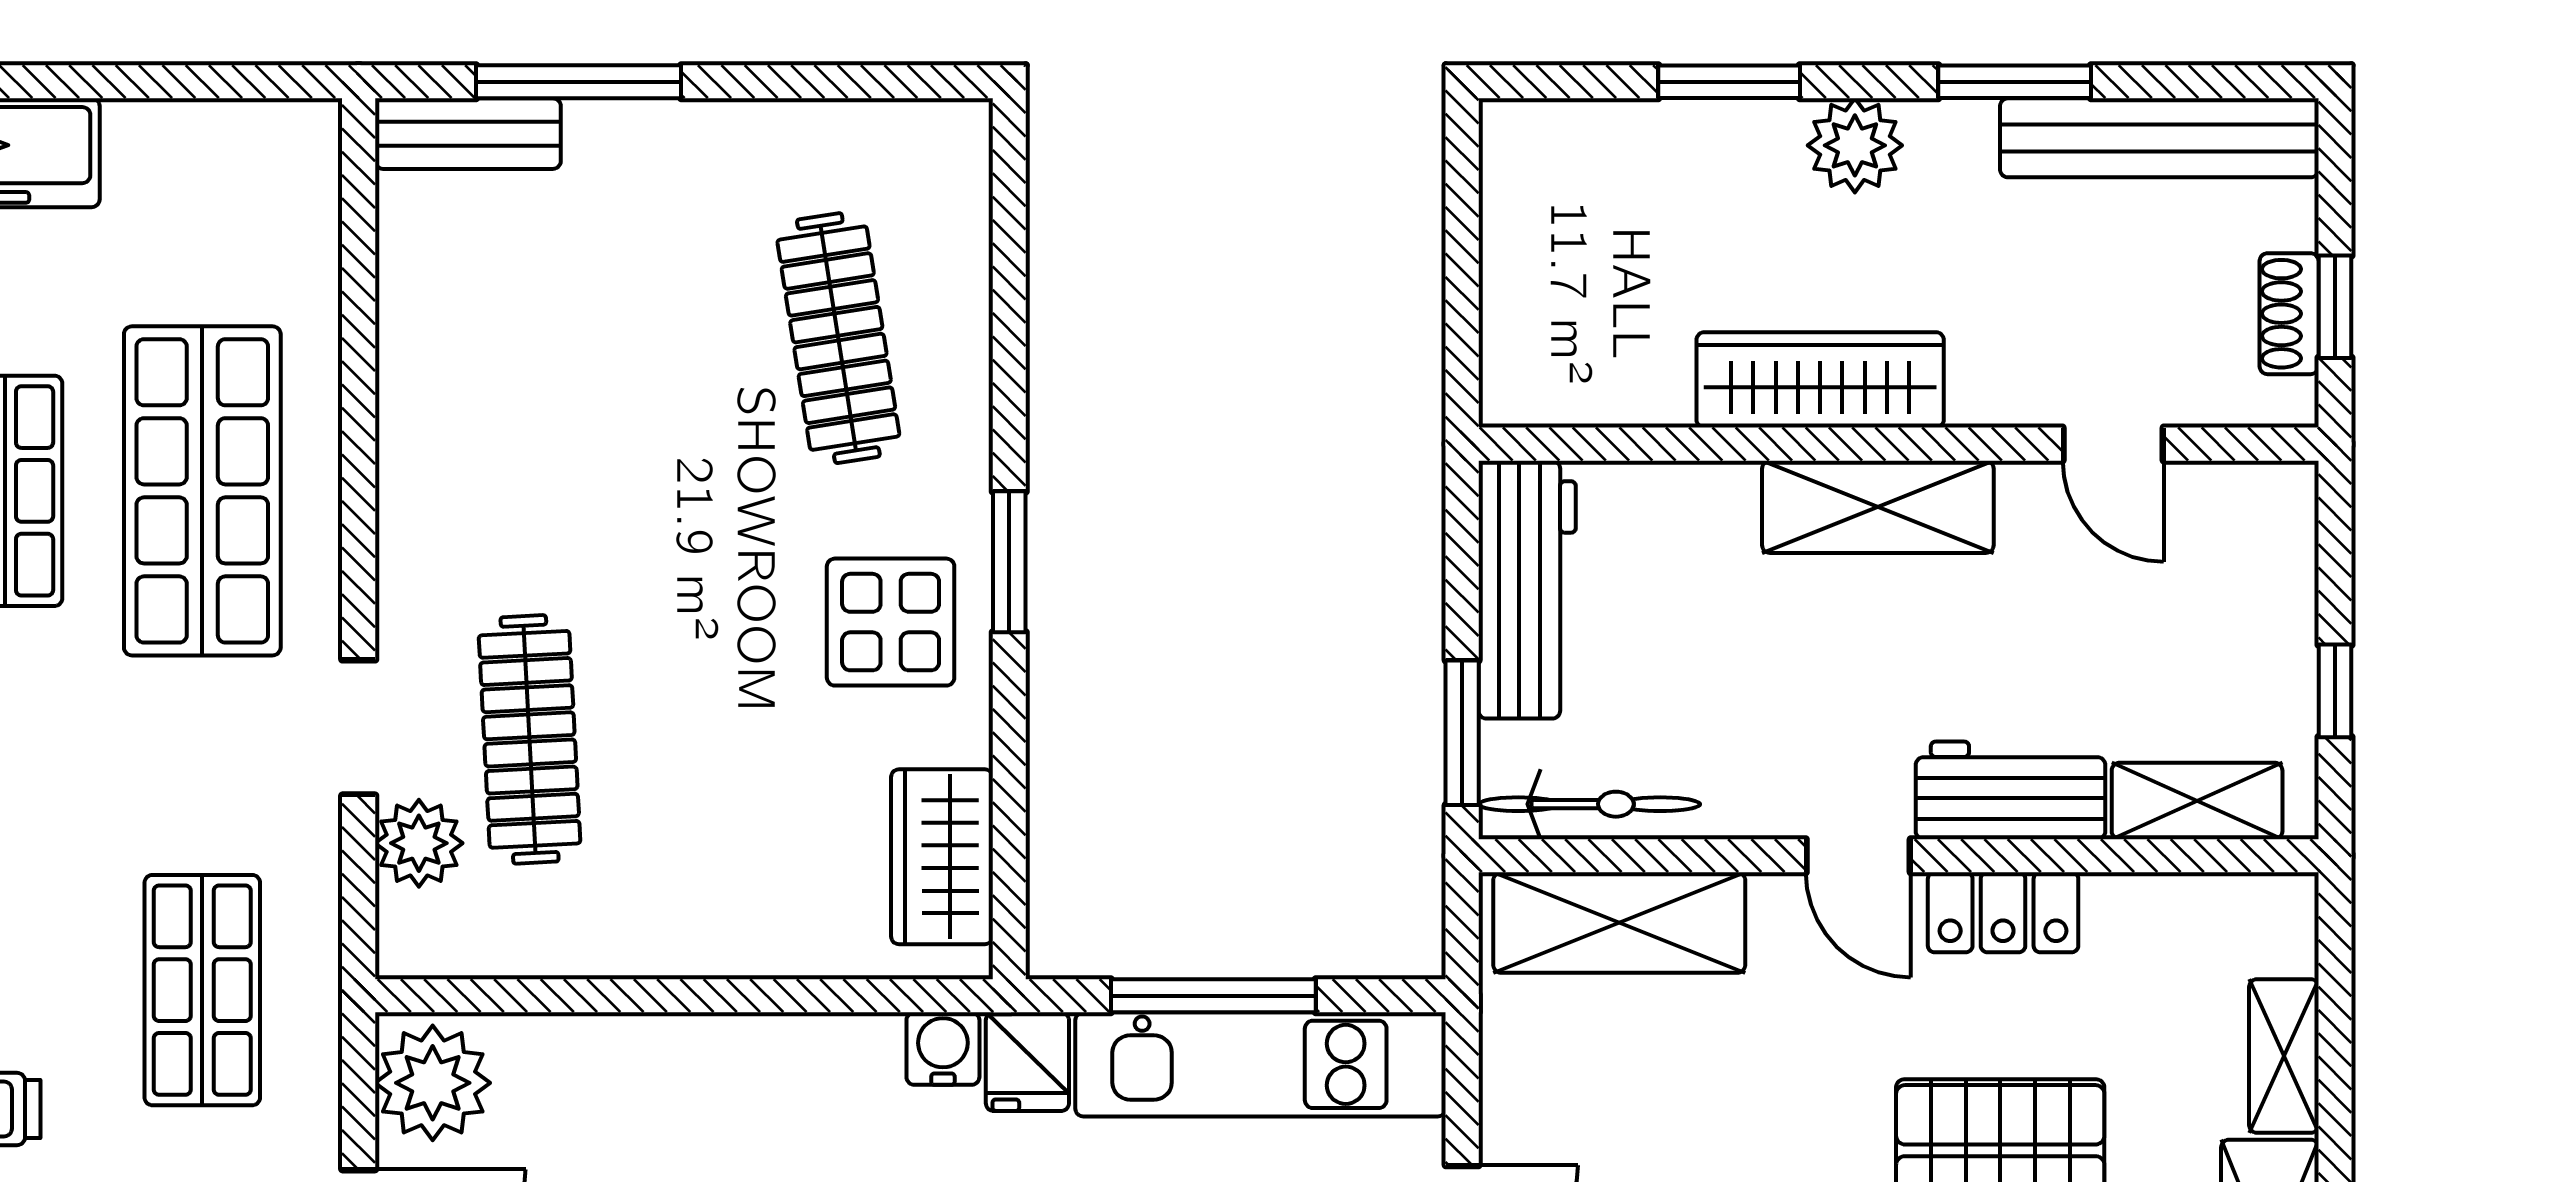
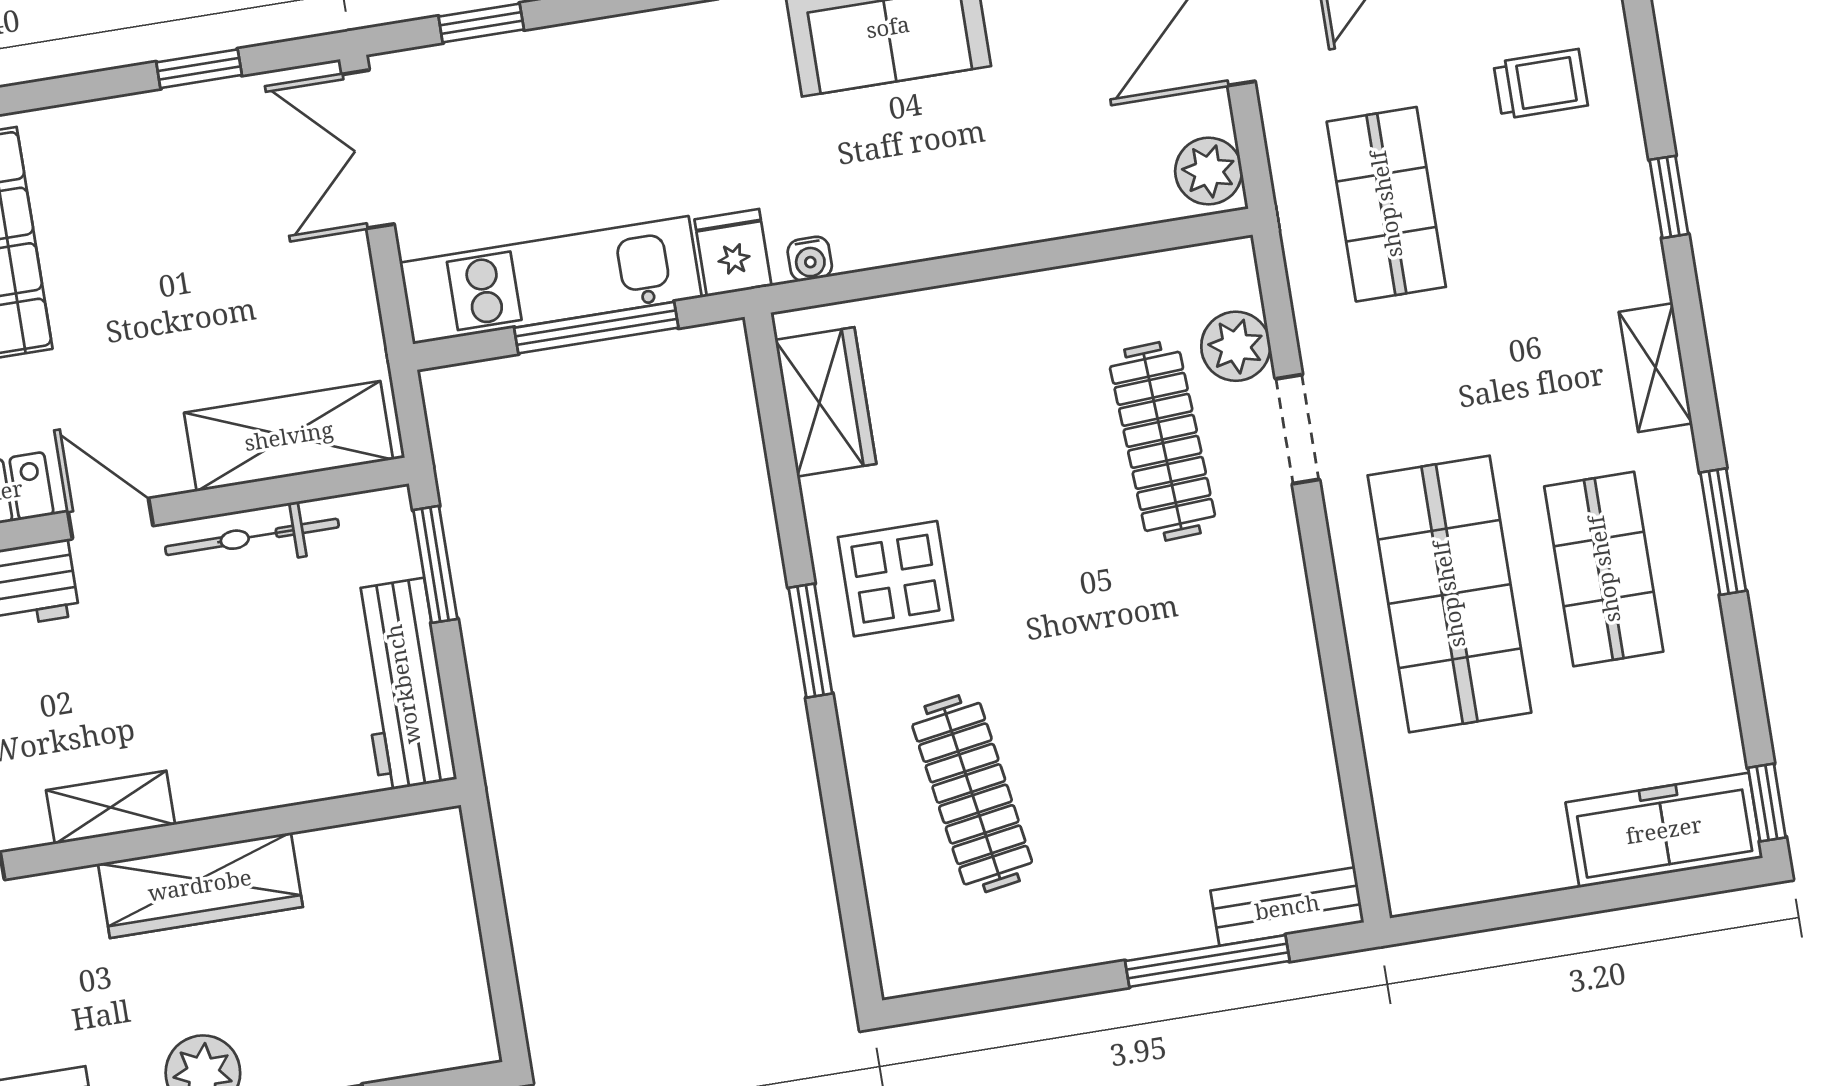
shelving: (1878, 507) -> (111, 807), width x0.67, depth x0.75
bicycle: (1589, 804) -> (252, 537), moved
water cooler: (943, 1049) -> (810, 259), width x0.72, depth x0.72
plant: (433, 1083) -> (1209, 171), width x0.73, depth x0.73

